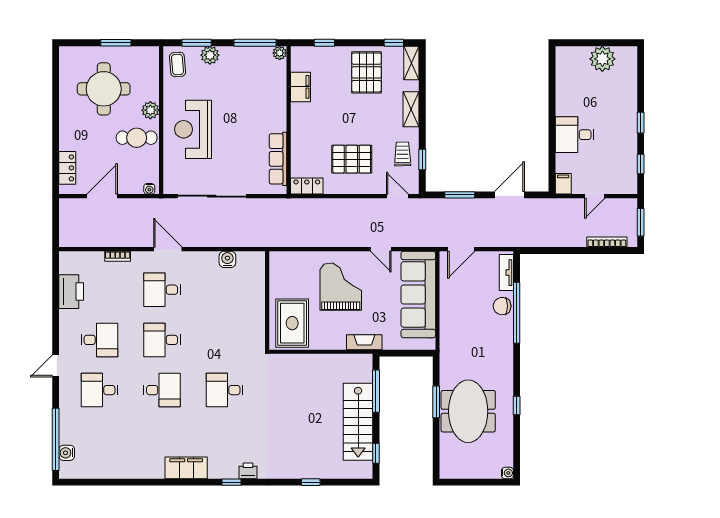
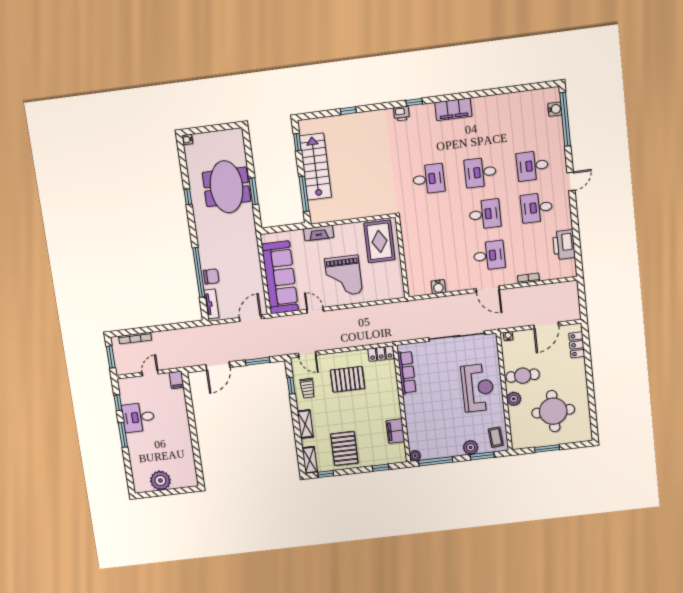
window: (641, 123) -> (123, 435), width x1.50
desk: (575, 135) -> (138, 417), moved, turned 180
desk: (100, 390) -> (532, 166), turned 180

